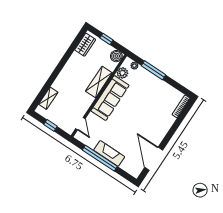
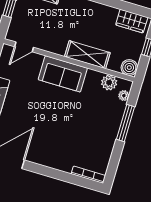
sofa: (110, 98) -> (63, 74), width x0.73

